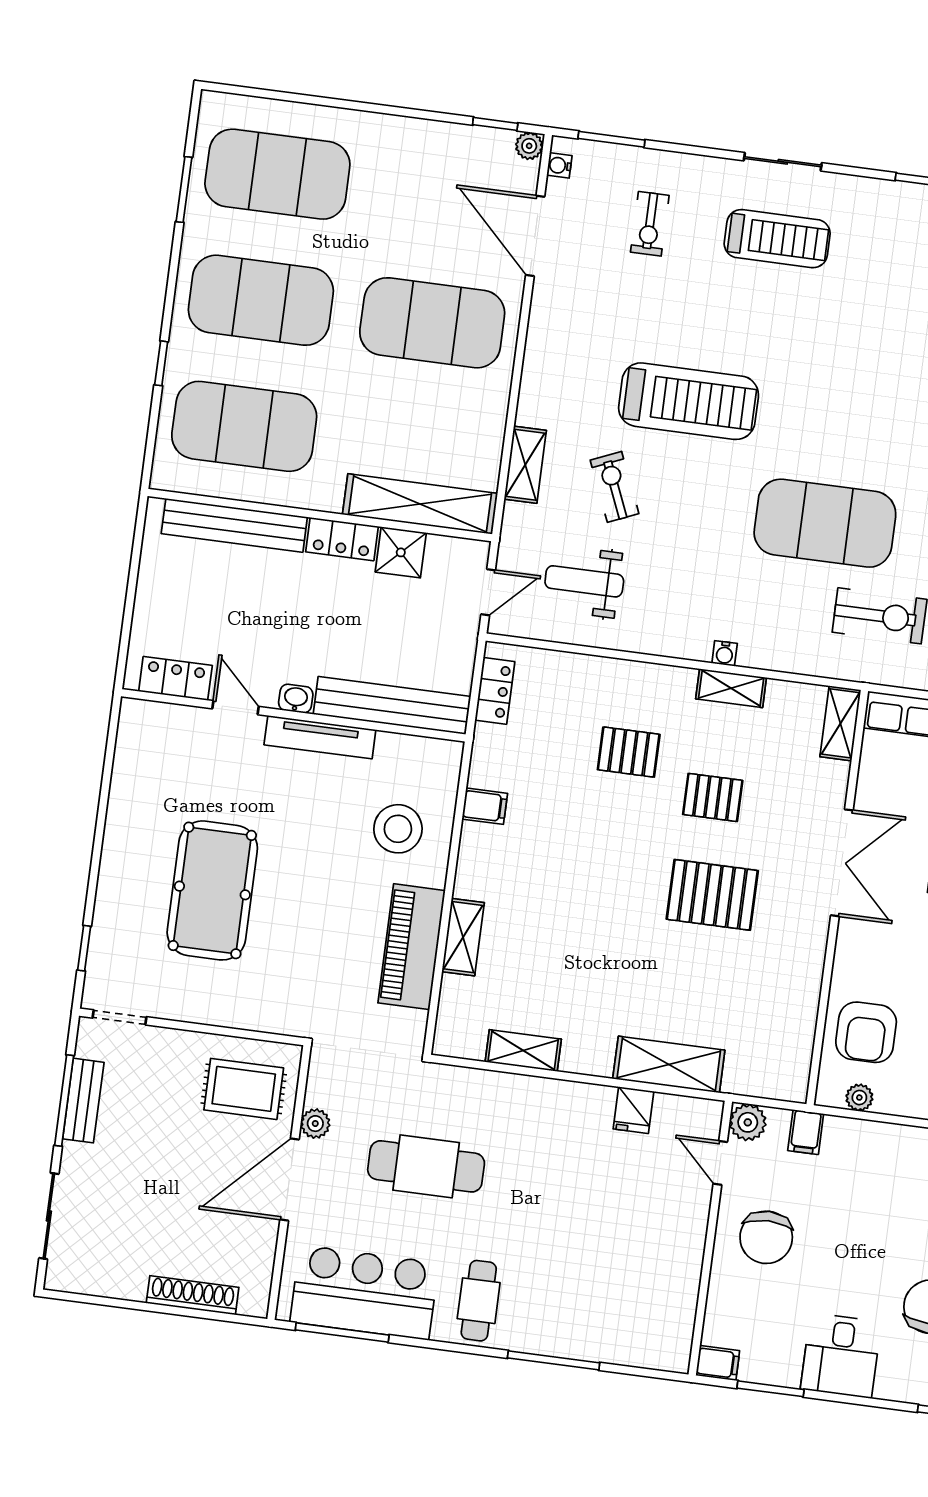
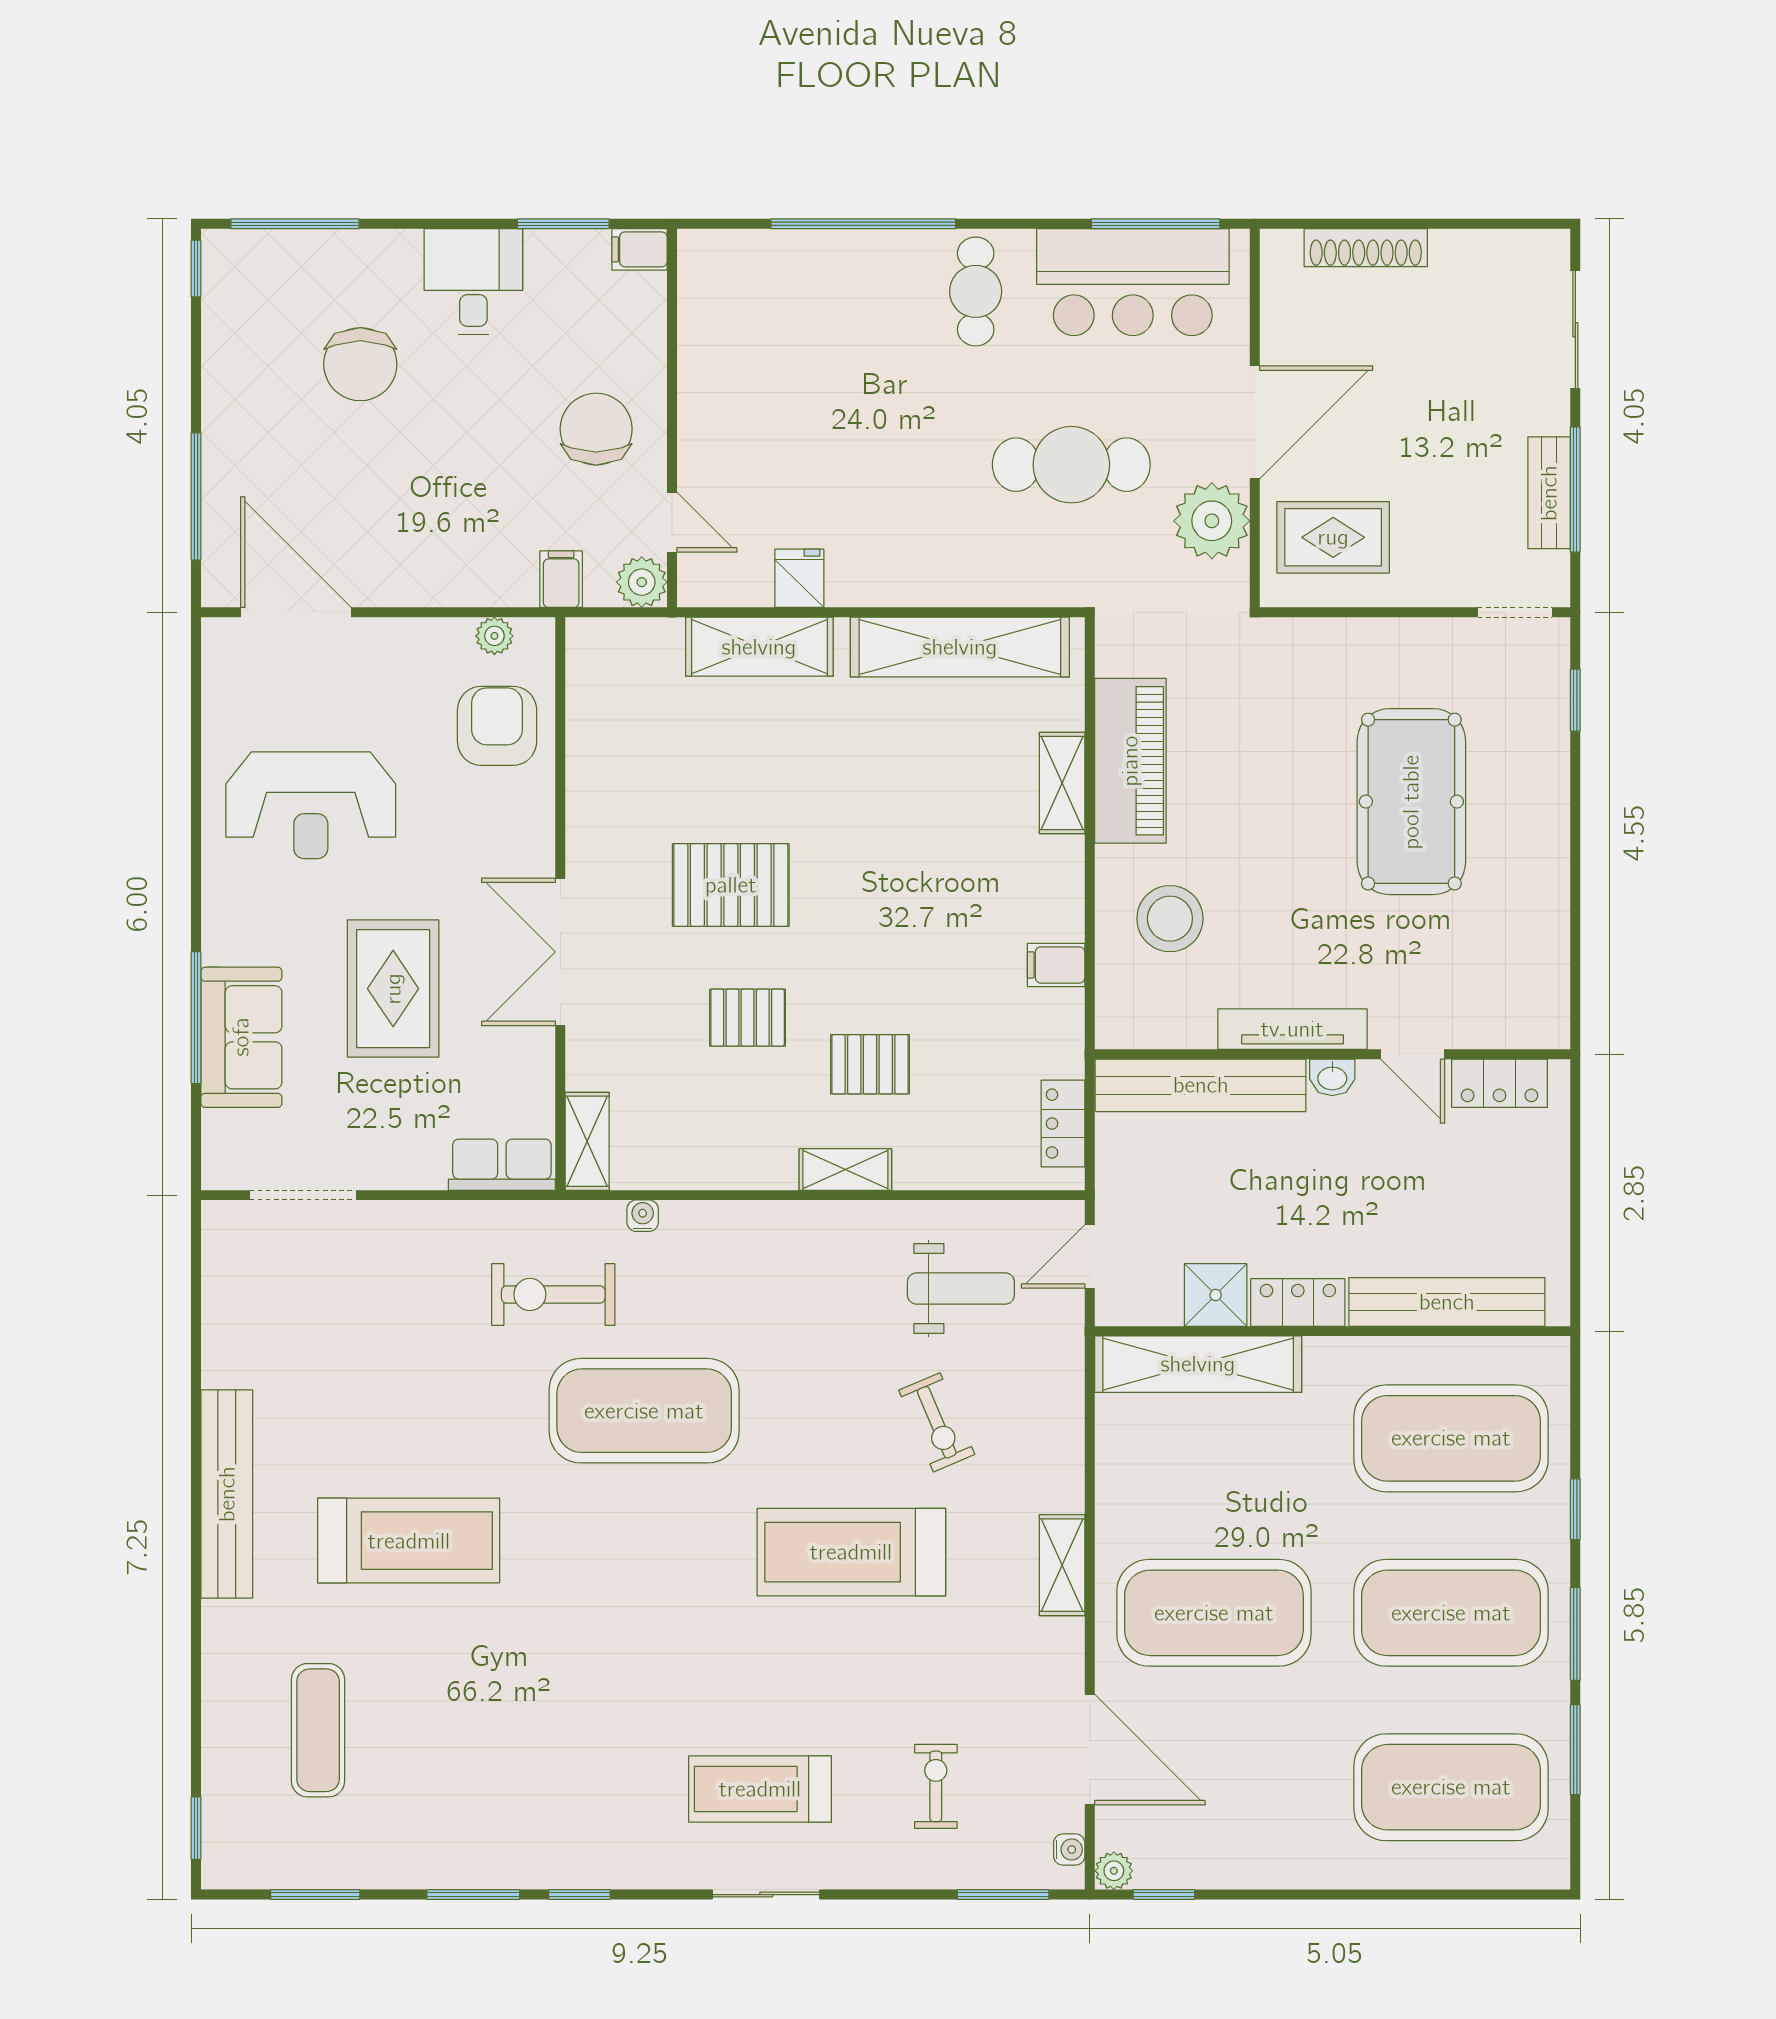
window: (173, 273) -> (1575, 1634), added
shelving: (525, 465) -> (1062, 1565), moved
water cooler: (725, 653) -> (643, 1216), moved
shelving: (731, 688) -> (845, 1169), moved
shelving: (523, 1051) -> (960, 647), width x2.20, depth x1.33
plant: (315, 1124) -> (1212, 521), width x1.88, depth x1.88
window: (554, 1360) -> (863, 224), width x1.46

